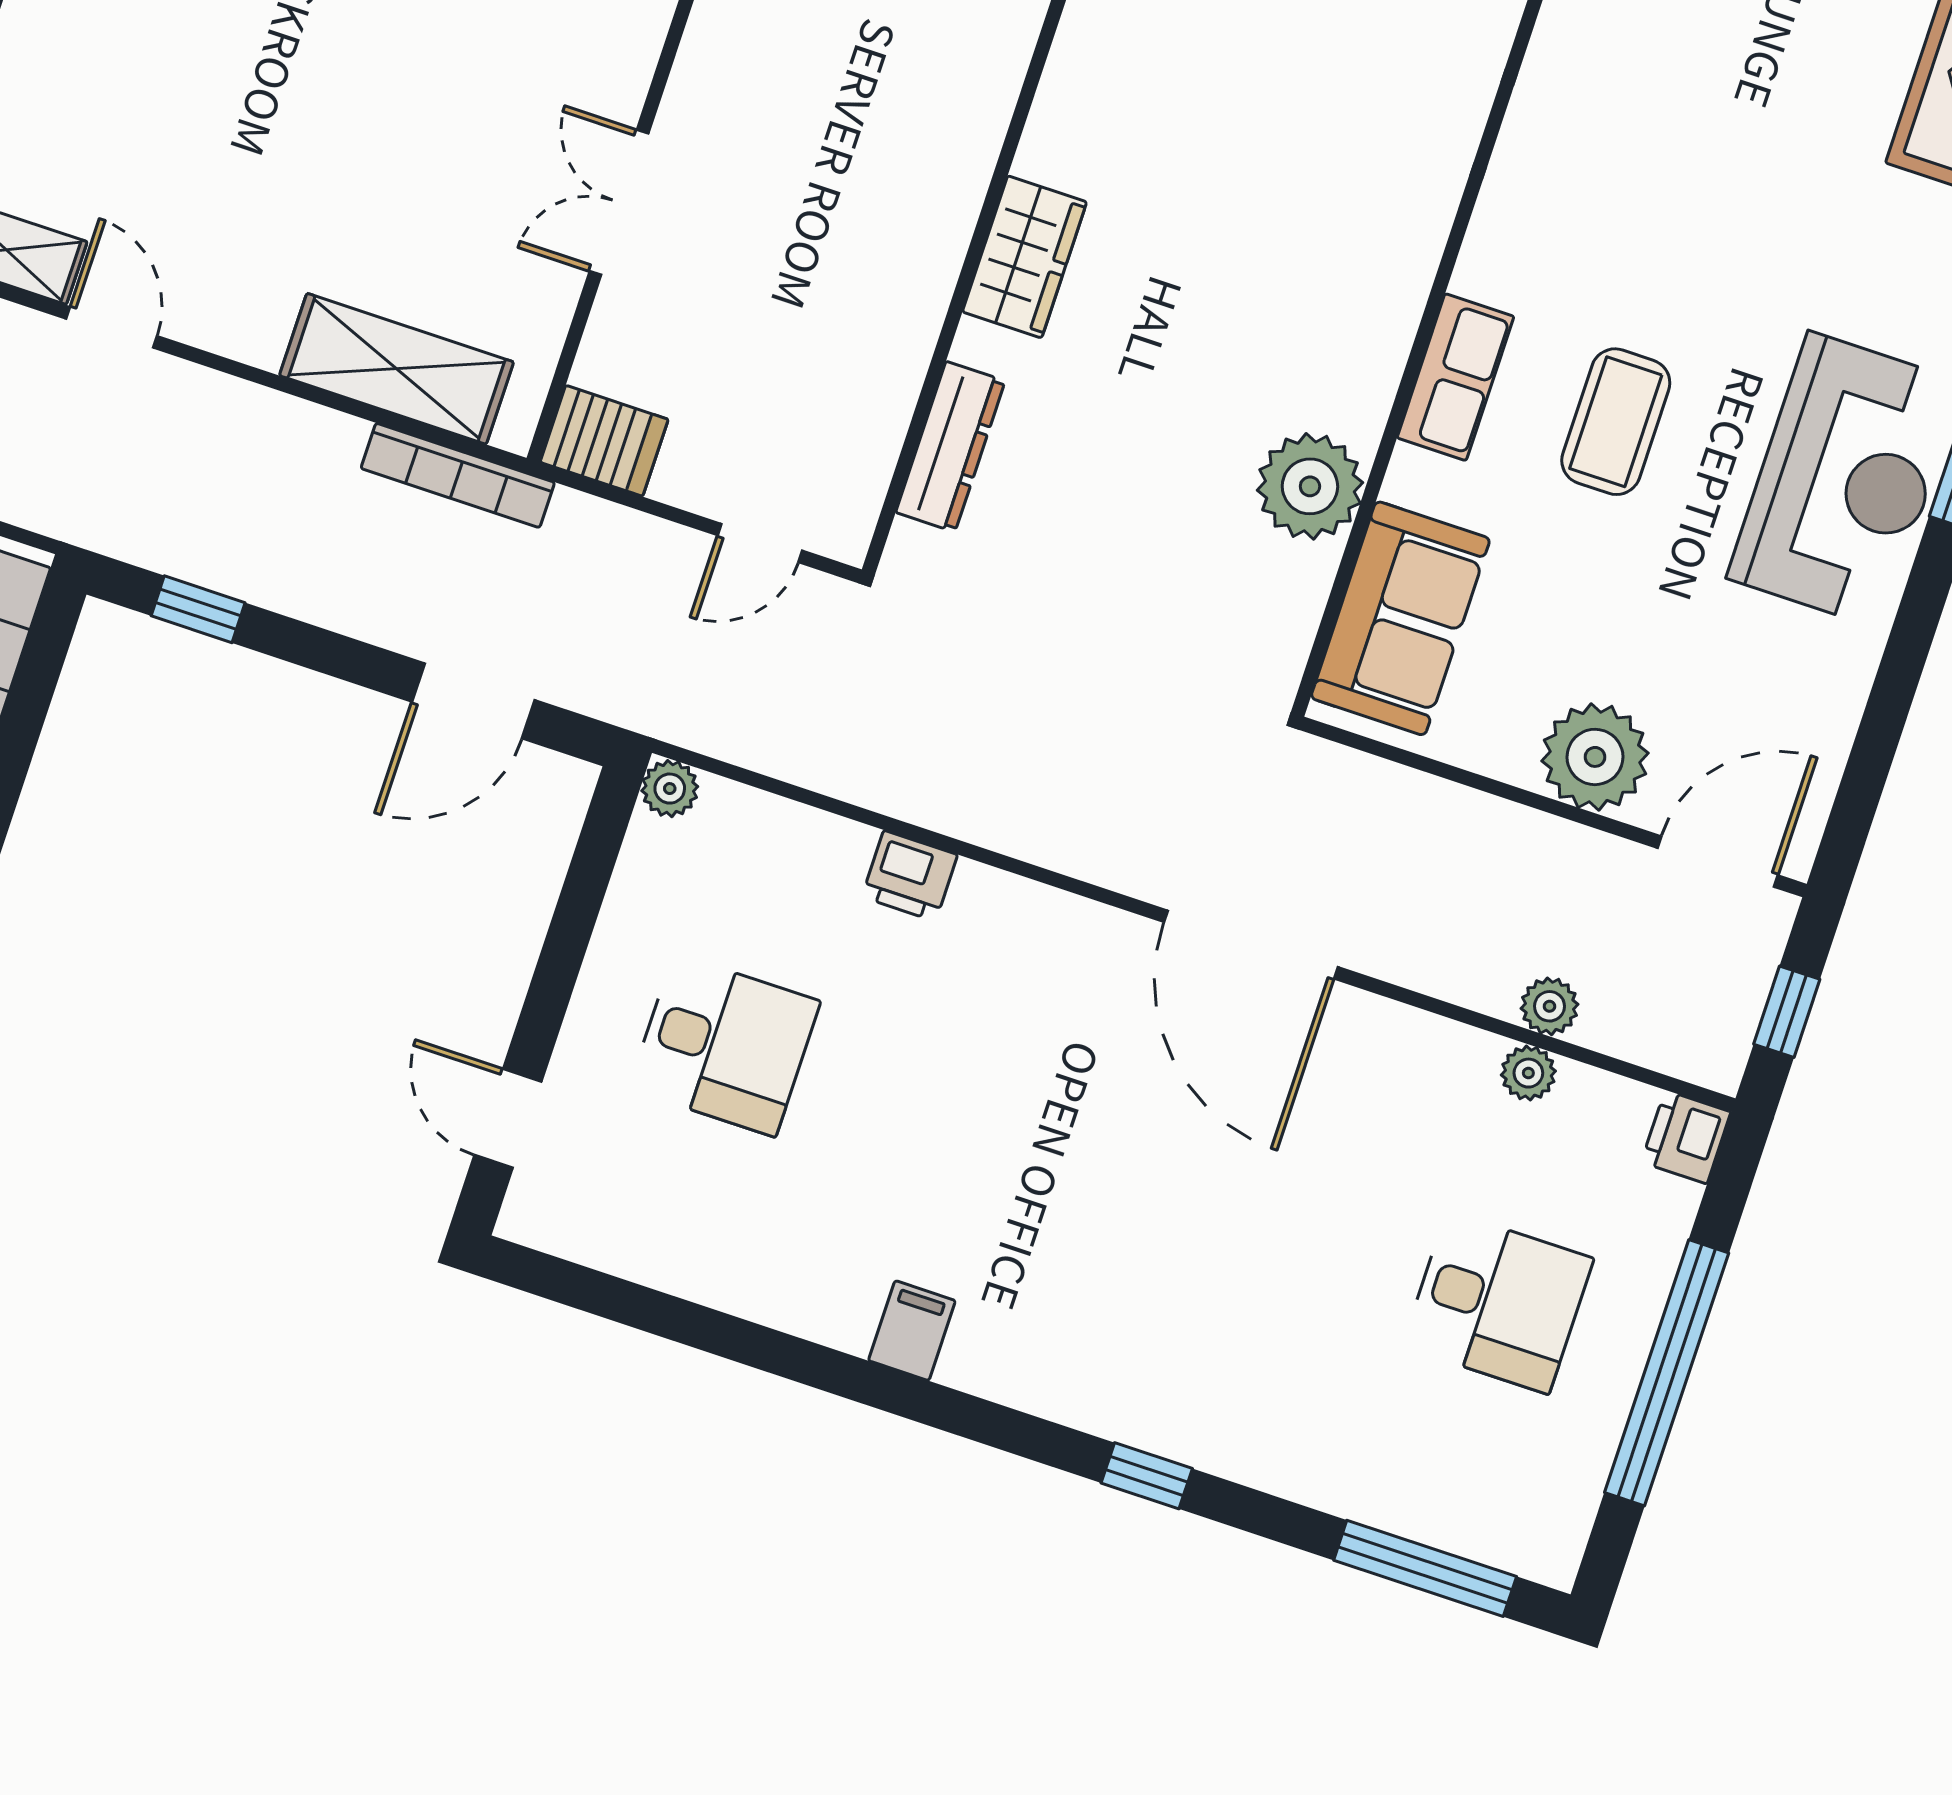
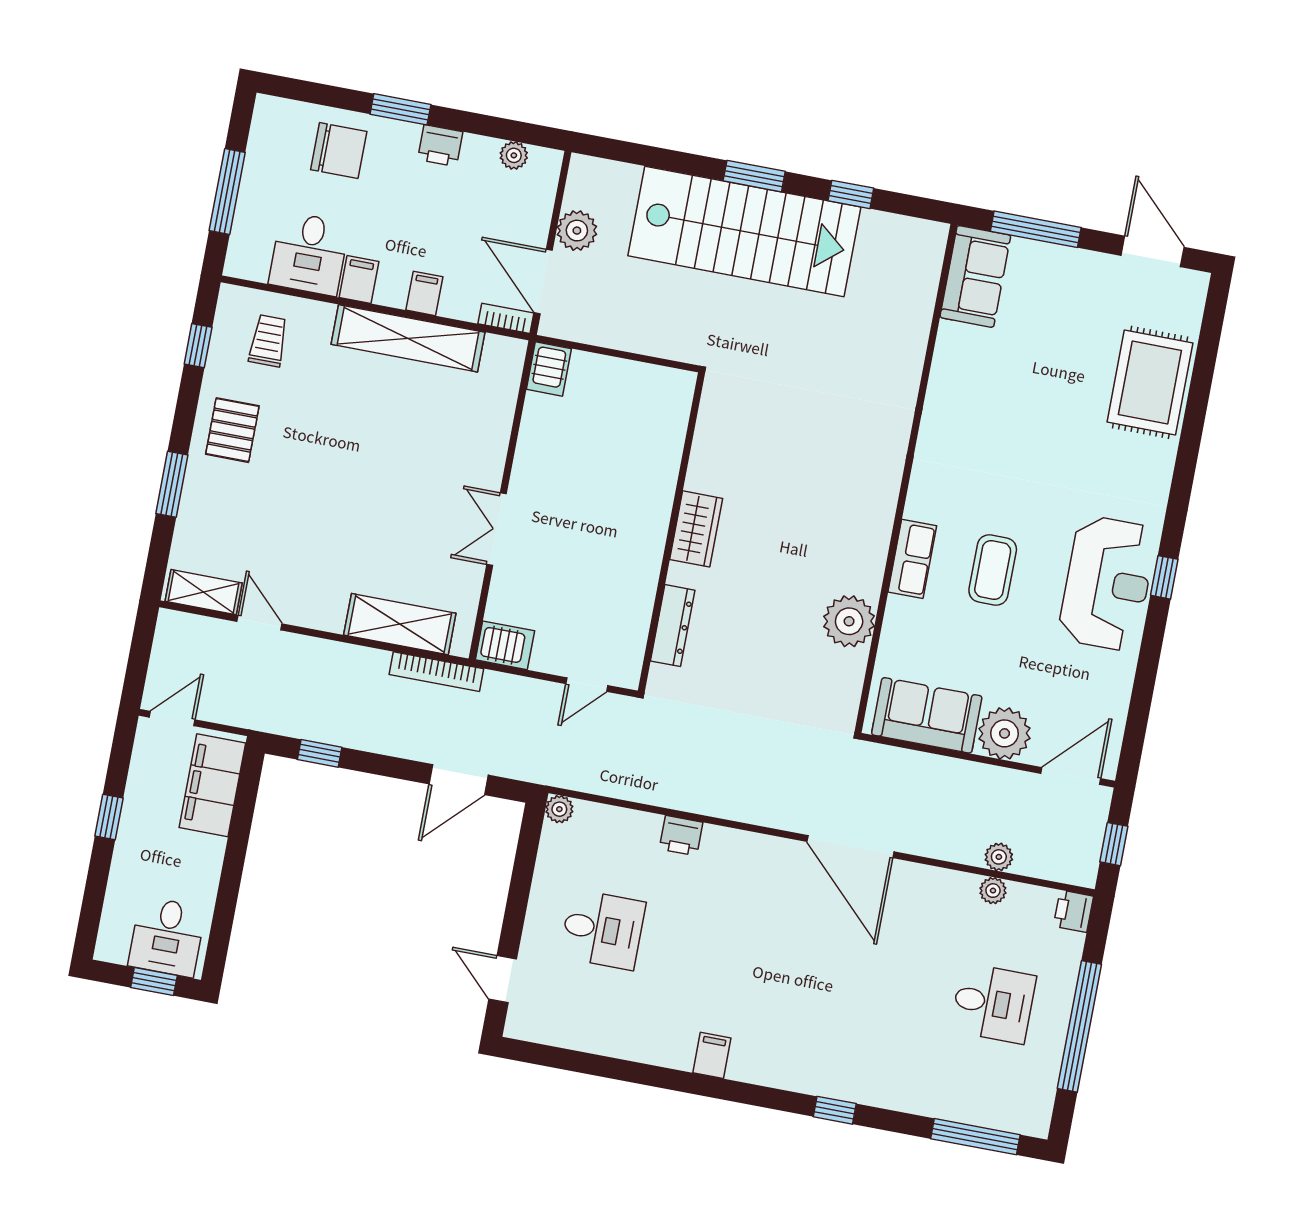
sofa: (1400, 618) -> (927, 715), moved, turned -90

